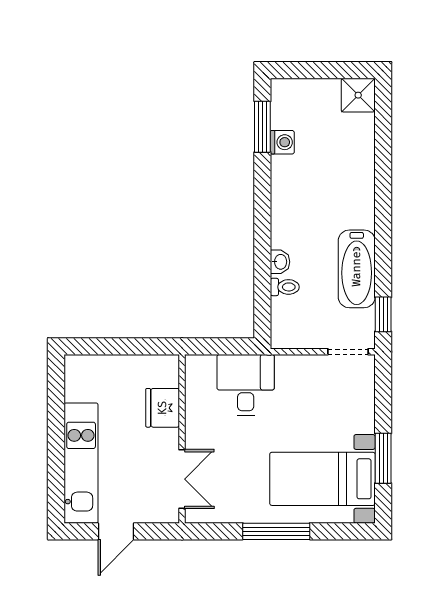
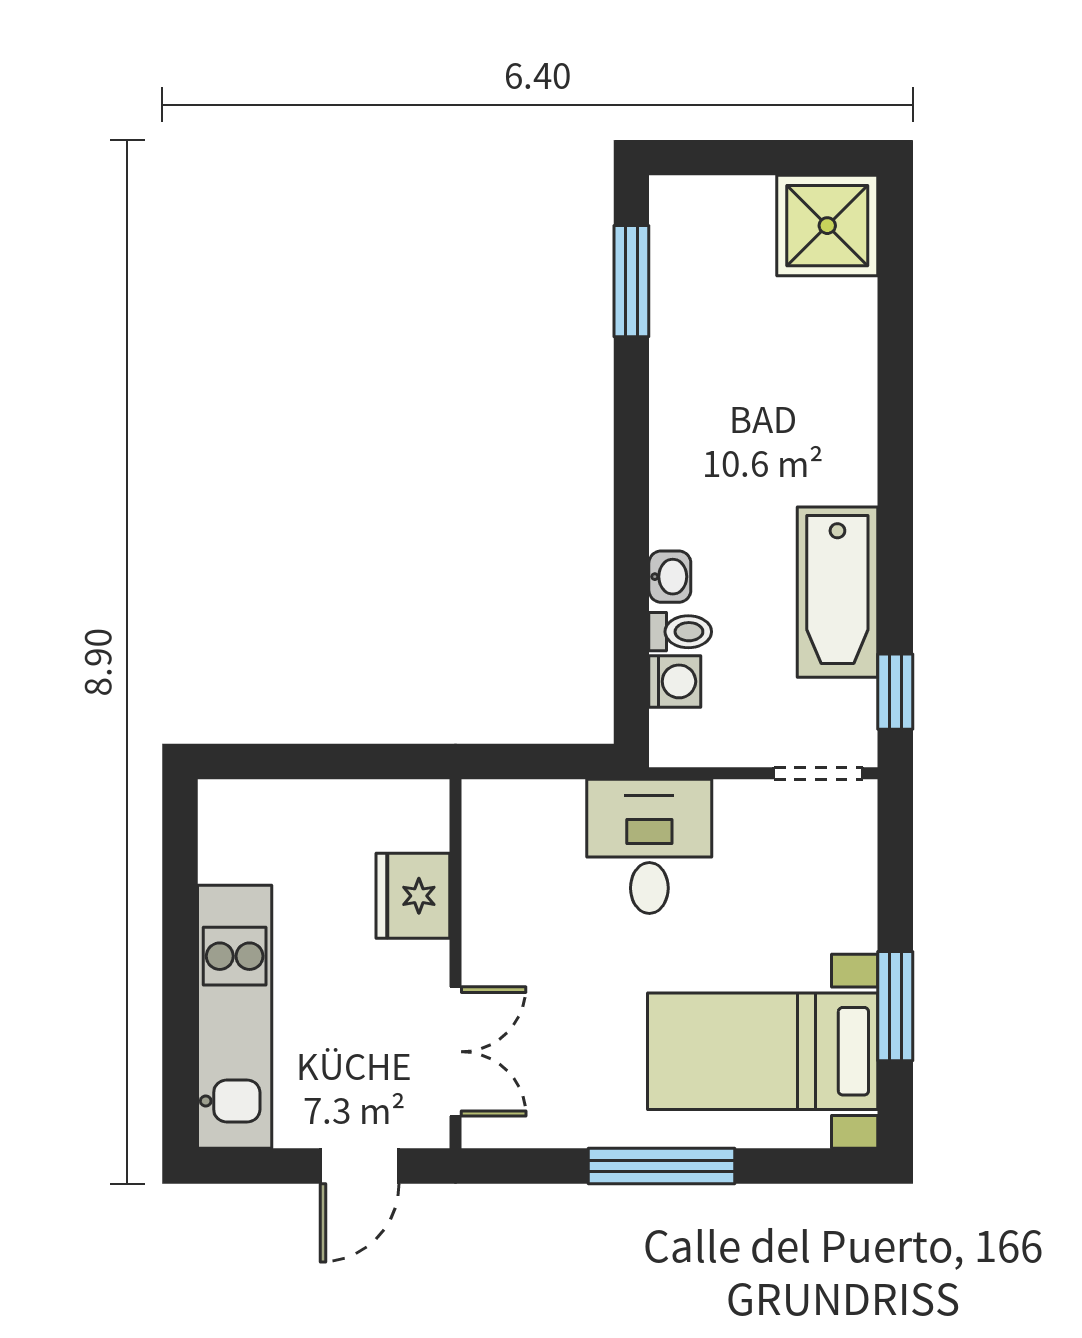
shower: (358, 95) -> (827, 226), width x1.36, depth x1.36
washing machine: (282, 142) -> (675, 681), moved
desk: (246, 385) -> (649, 846), moved
door: (116, 531) -> (360, 1166), moved

